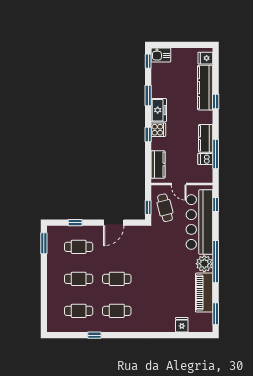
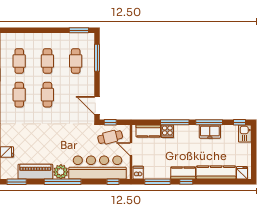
window: (148, 95) -> (209, 122), width x1.44
window: (216, 102) -> (186, 182), moved
freezer: (159, 110) -> (210, 132), moved
cooker: (158, 130) -> (167, 131), moved
window: (148, 134) -> (175, 122), width x2.17
kitchen counter: (206, 138) -> (183, 173), moved
dishwasher: (205, 159) -> (138, 173), moved
door: (179, 184) -> (131, 149), hinge flipped
window: (75, 223) -> (97, 58), width x2.17
door: (114, 223) -> (97, 105), moved

